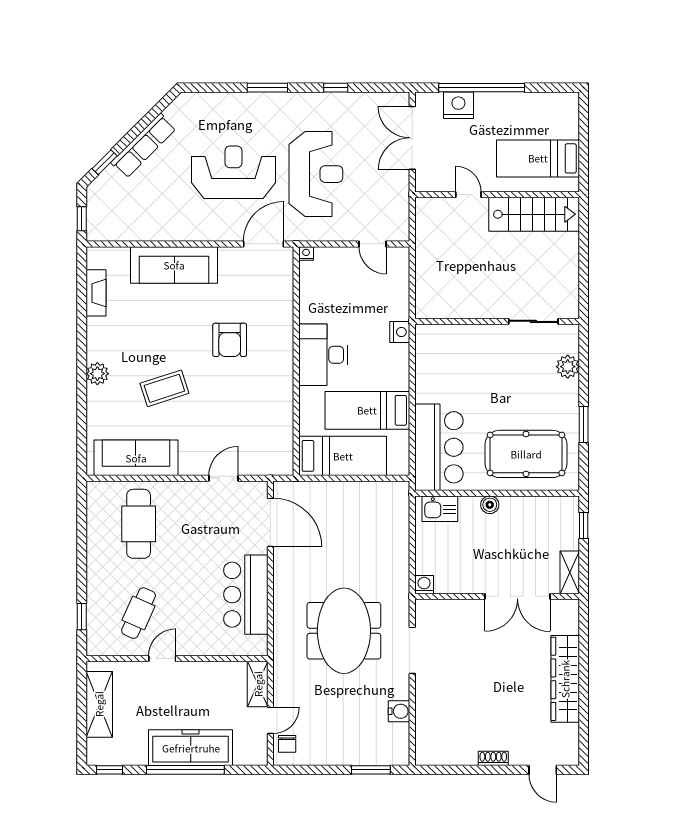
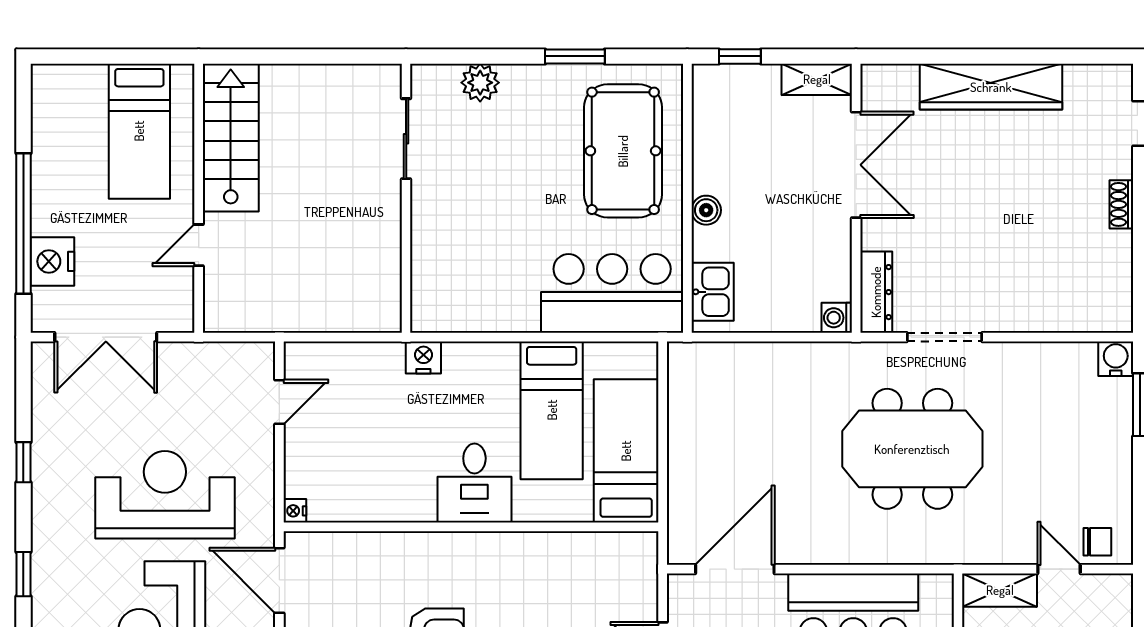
window: (267, 88) -> (23, 574), width x0.67
desk: (323, 355) -> (474, 483), width x0.73
dresser: (440, 609) -> (876, 292), added
water cooler: (399, 711) -> (1116, 359), moved

